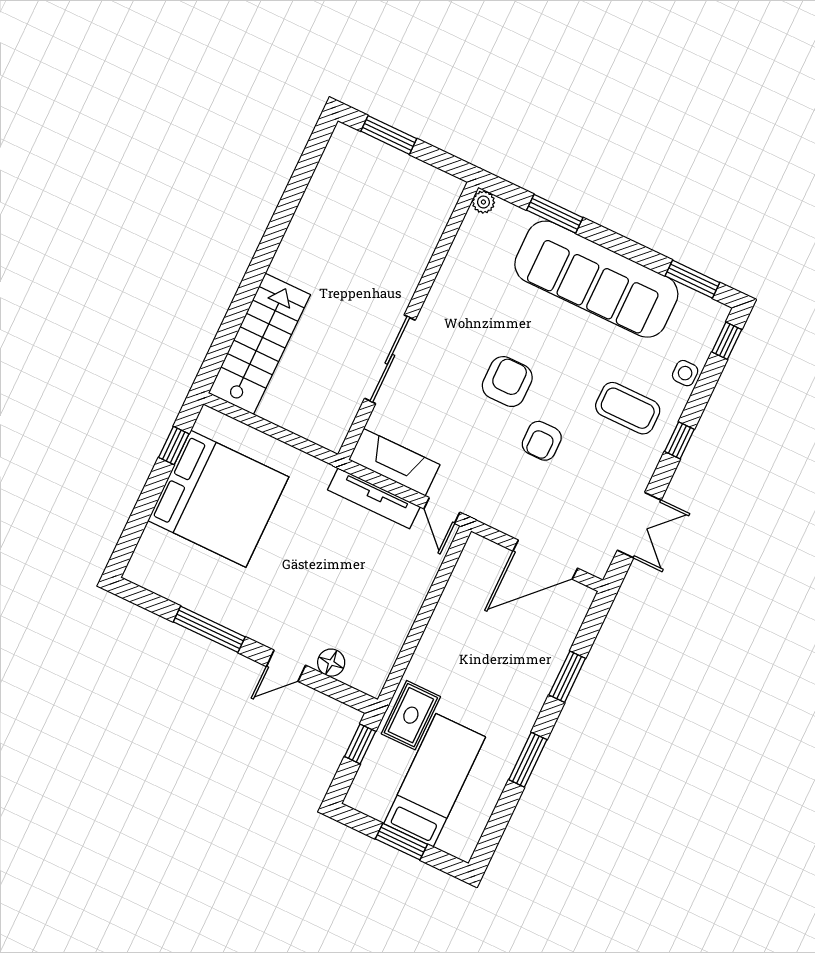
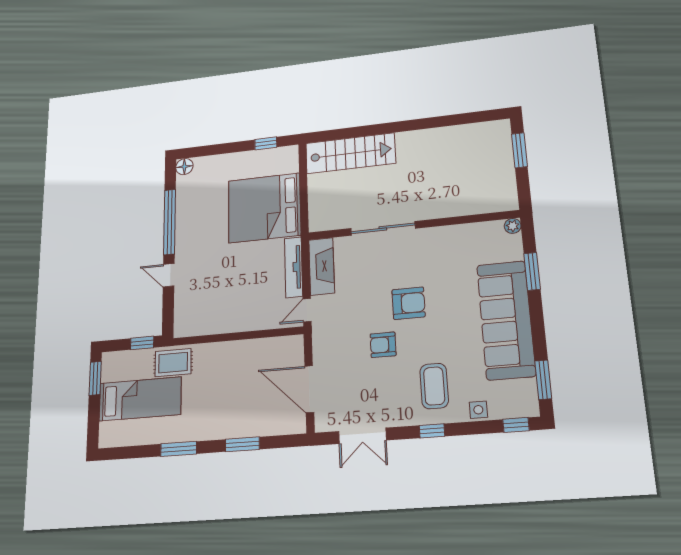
bed: (218, 499) -> (264, 208), moved, turned 90
window: (209, 629) -> (170, 222), width x1.46
floor lamp: (331, 663) -> (184, 167), moved
window: (401, 842) -> (95, 378), moved

